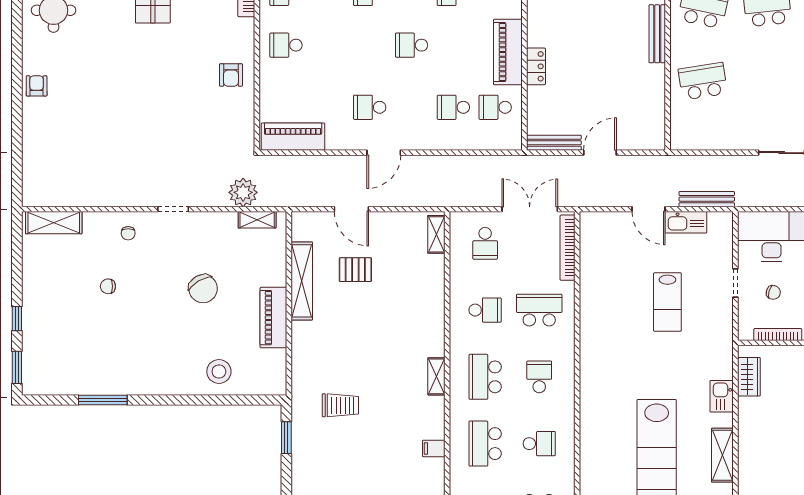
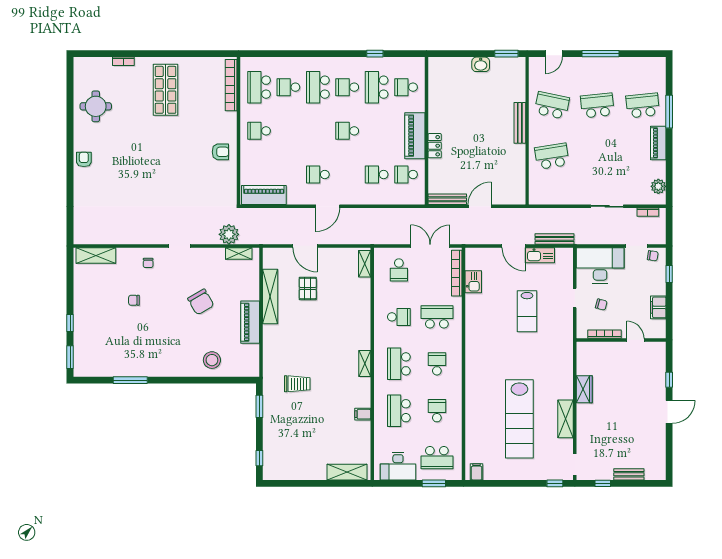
armchair: (231, 75) -> (220, 152), turned -90
pallet: (355, 270) -> (308, 289), turned 90
wardrobe: (749, 377) -> (584, 389), moved
kitchen sink: (722, 396) -> (473, 282), moved, turned 180
school desk: (539, 444) -> (437, 411), turned -90

